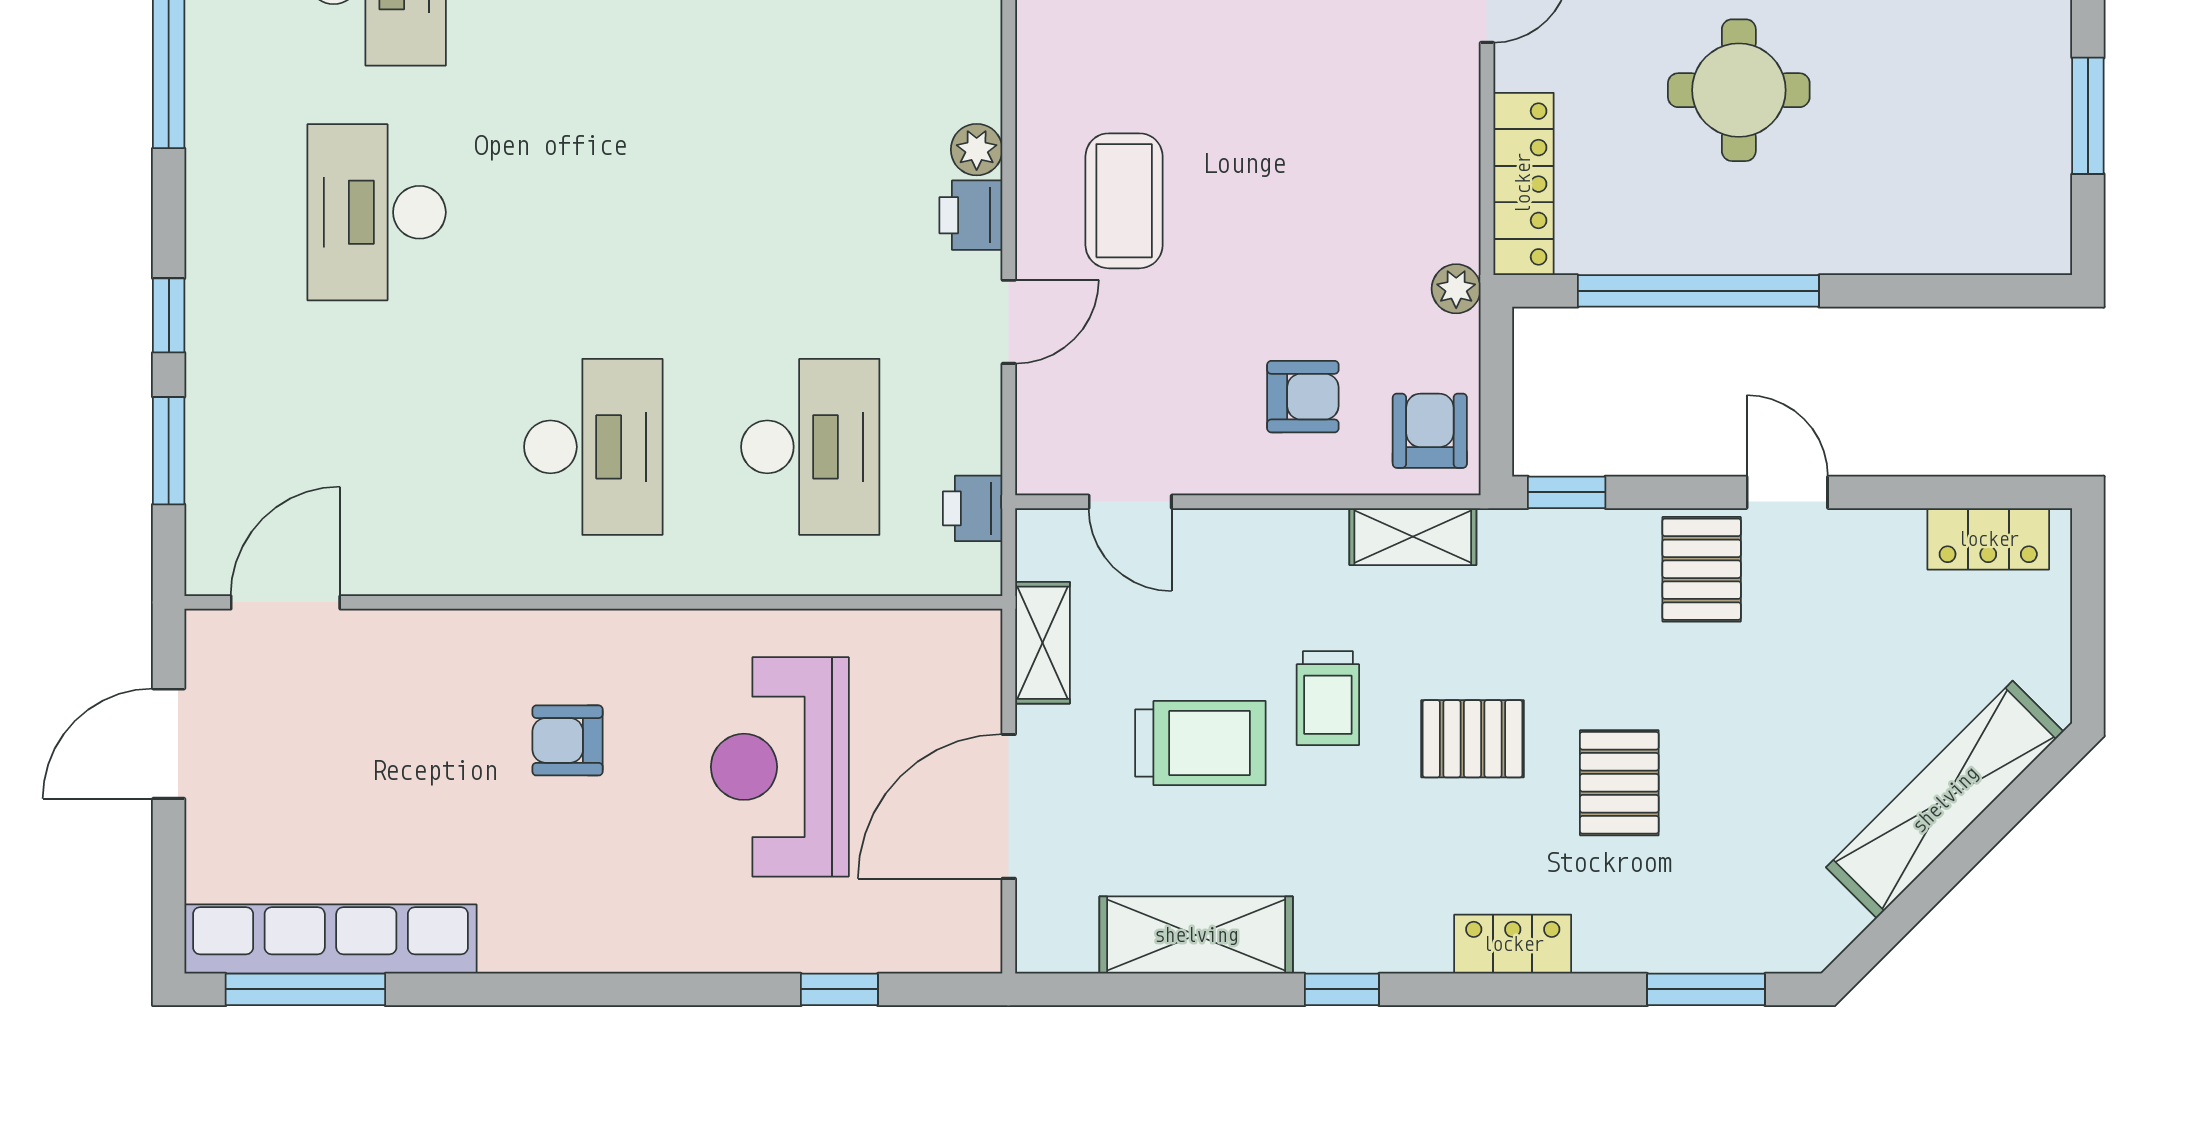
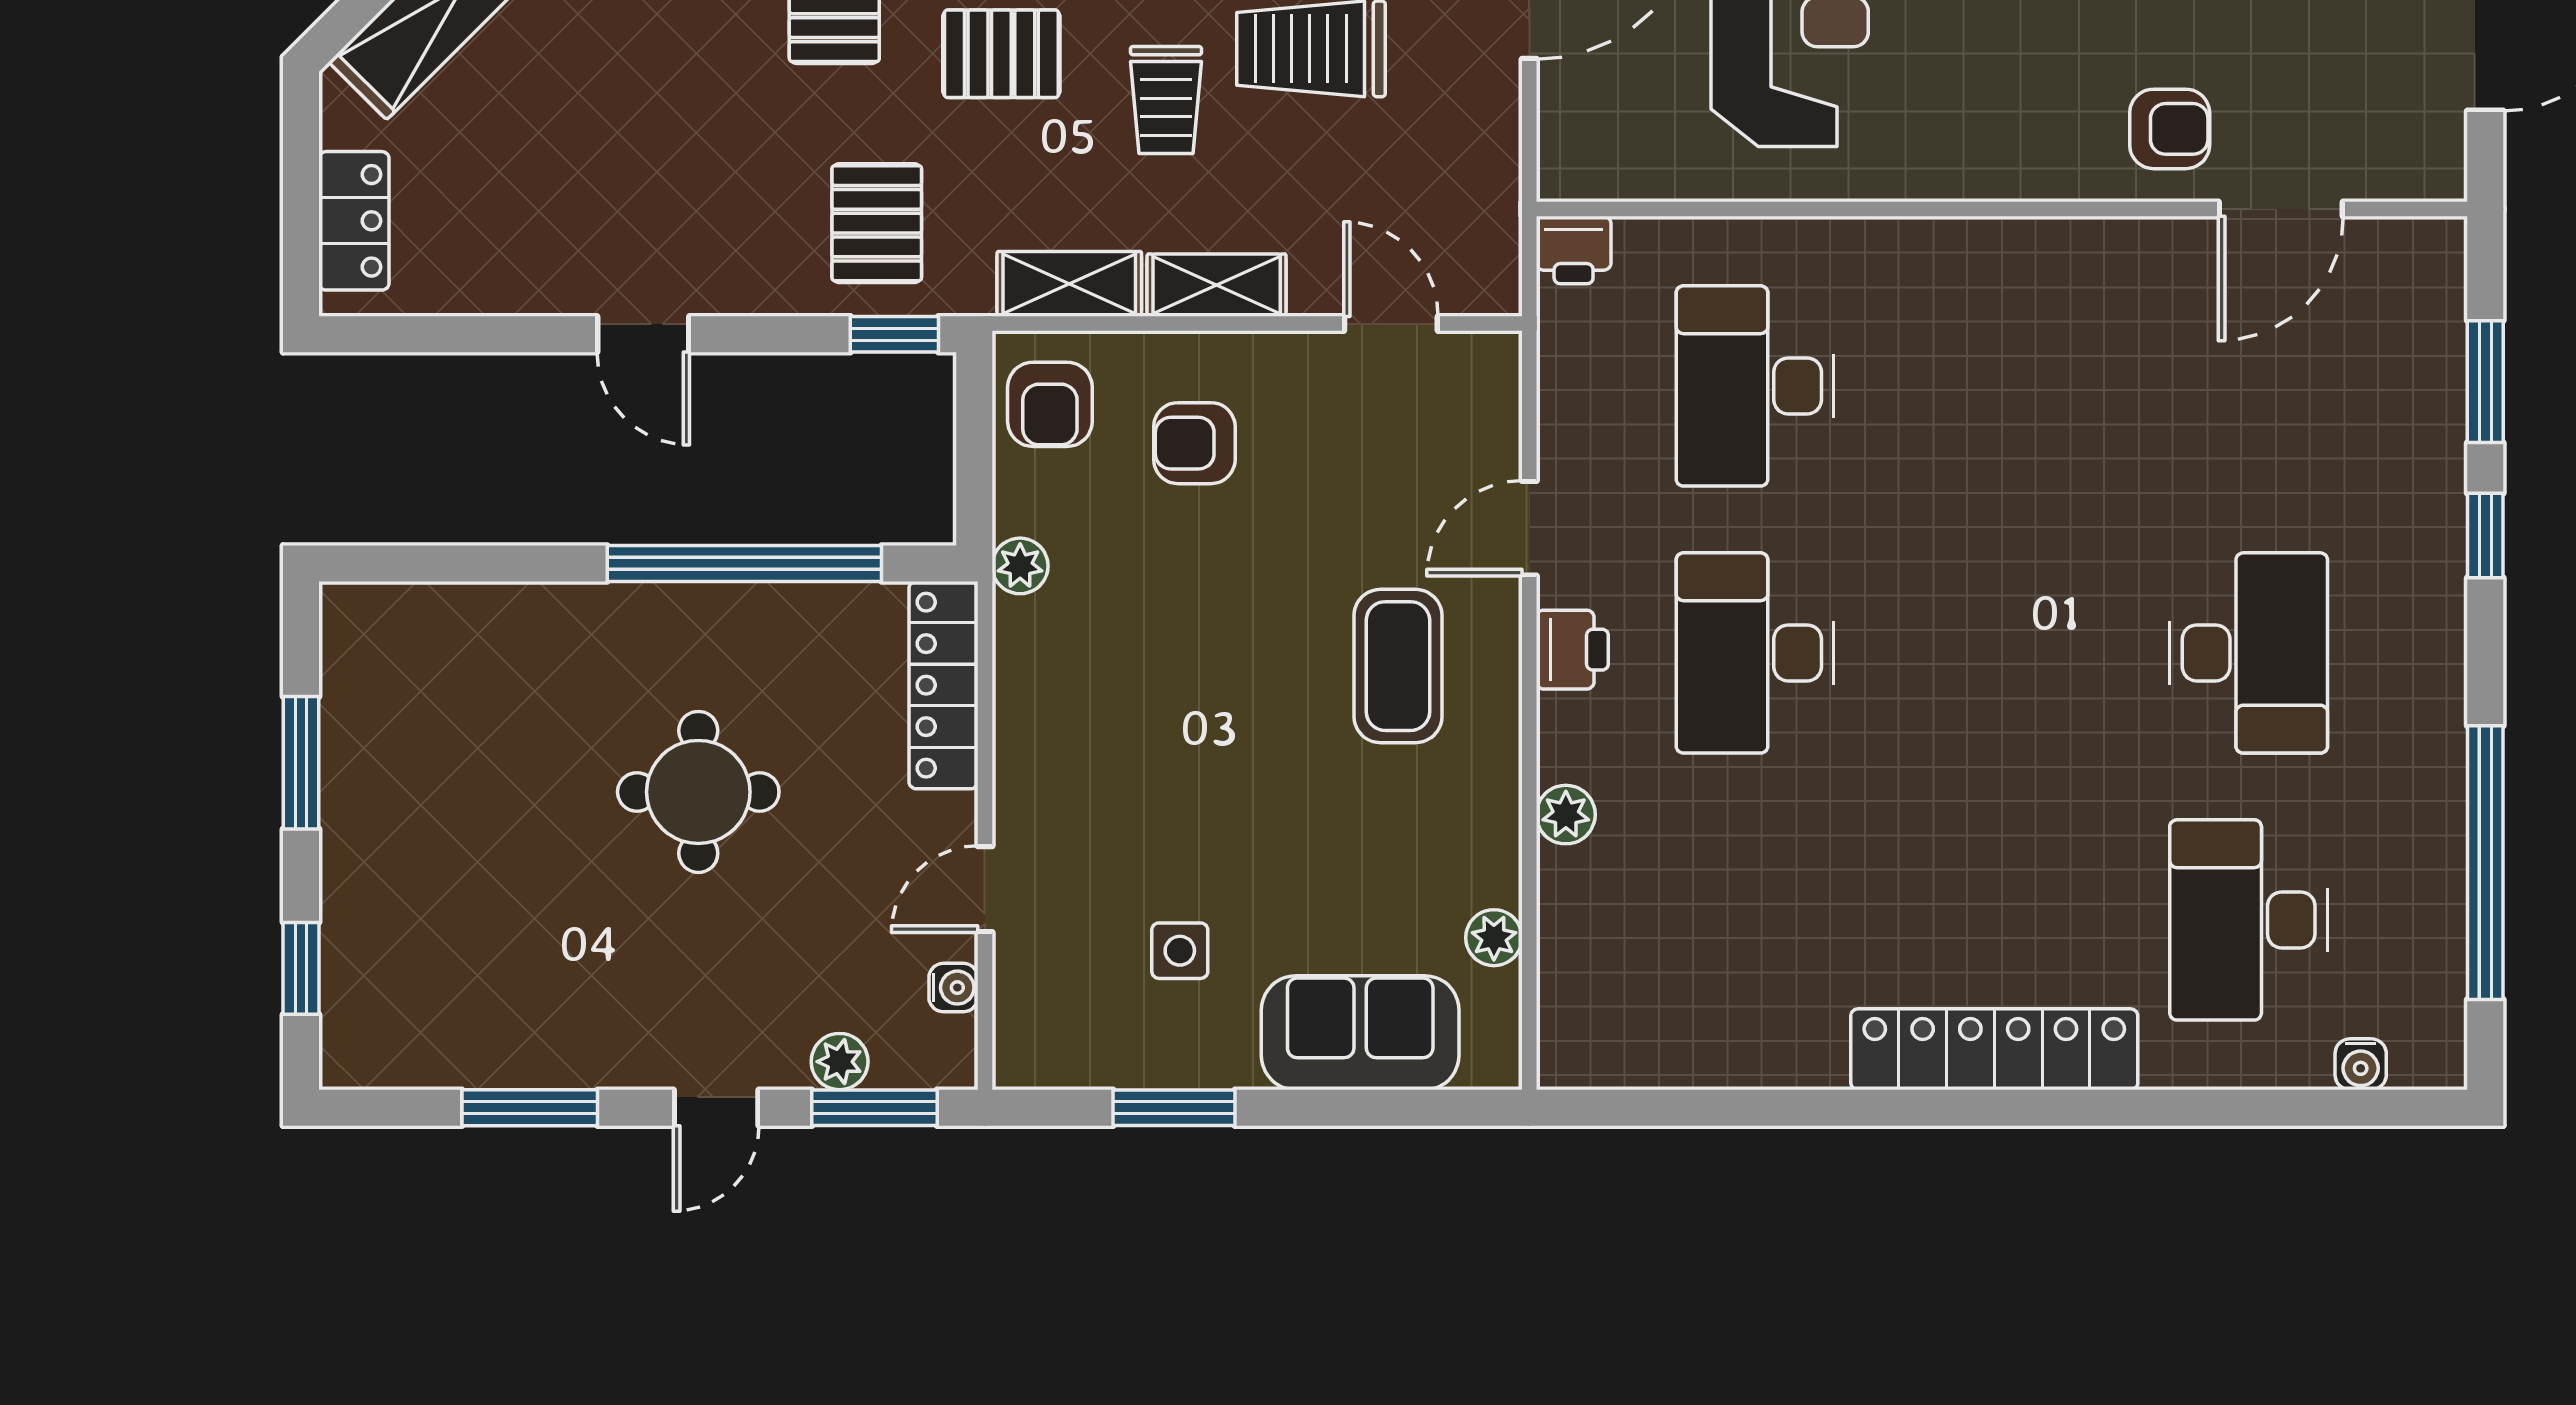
plant: (977, 150) -> (1566, 815), moved
desk: (593, 447) -> (1755, 653), moved
printer: (973, 508) -> (1574, 250), moved, turned 90
locker: (1988, 539) -> (354, 221), moved, turned 90
pallet: (1702, 569) -> (877, 223), moved
door: (285, 602) -> (2281, 209), moved
shelving: (1042, 643) -> (1217, 285), moved, turned 90
trolley: (1328, 698) -> (1166, 100), turned 180
armchair: (568, 740) -> (2170, 129), moved

